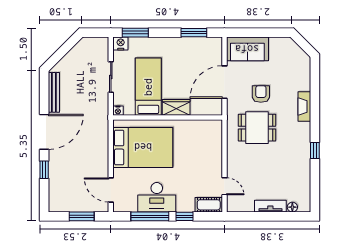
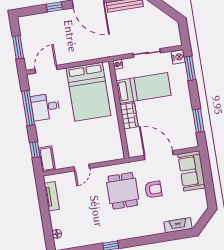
fireplace: (304, 106) -> (178, 225), moved
door: (224, 186) -> (82, 168), moved
desk: (157, 197) -> (45, 107), width x0.73
tv unit: (270, 206) -> (52, 196), moved
window: (184, 216) -> (35, 150), moved

